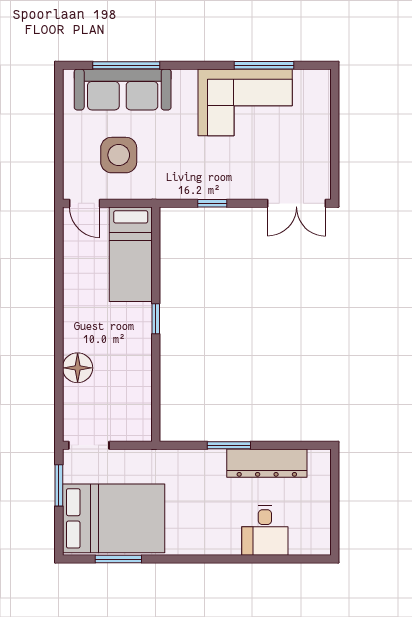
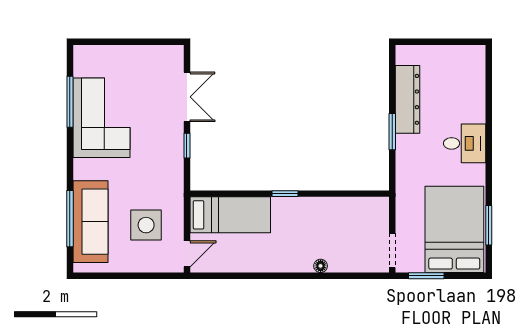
double door: (296, 203) -> (187, 97), moved
floor lamp: (78, 368) -> (321, 266), width x0.53, depth x0.53
desk: (265, 531) -> (465, 143), moved

